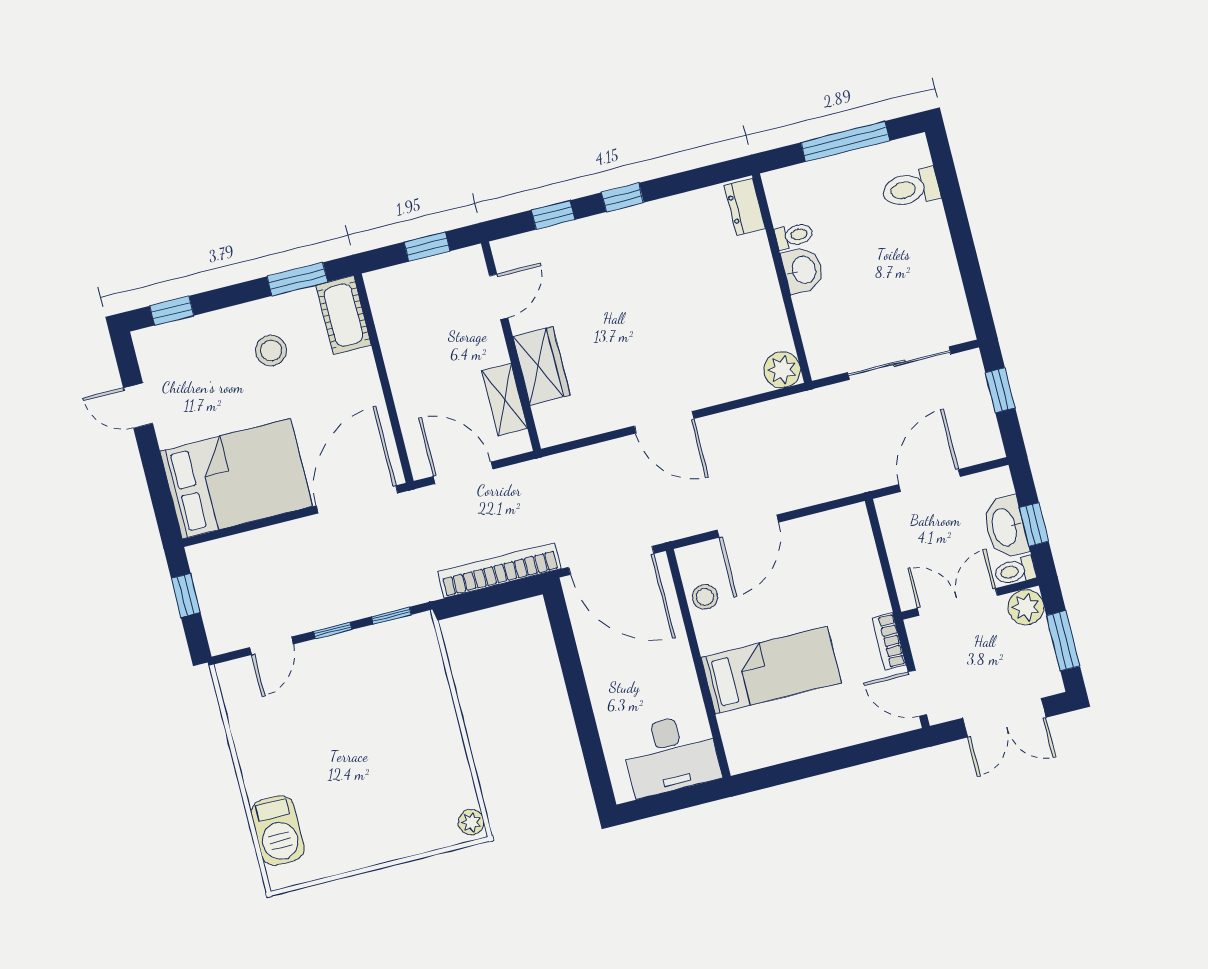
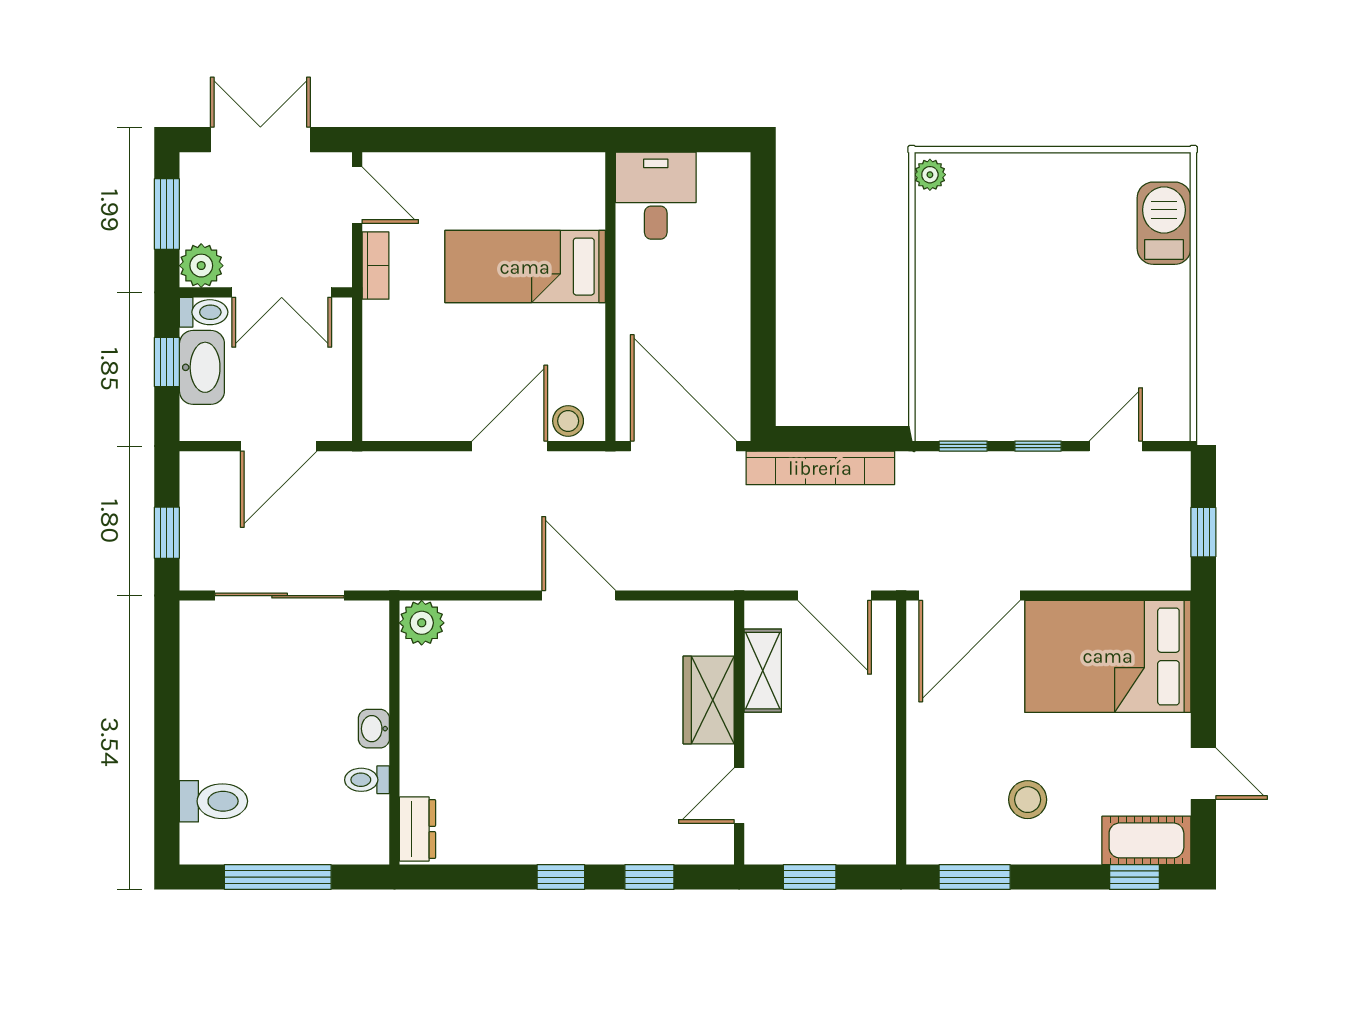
washbasin: (803, 270) -> (374, 729), width x0.72, depth x0.69
cot: (344, 315) -> (1146, 840), moved, turned 90
stool: (705, 597) -> (568, 421), moved
desk: (671, 755) -> (656, 196), width x0.73

